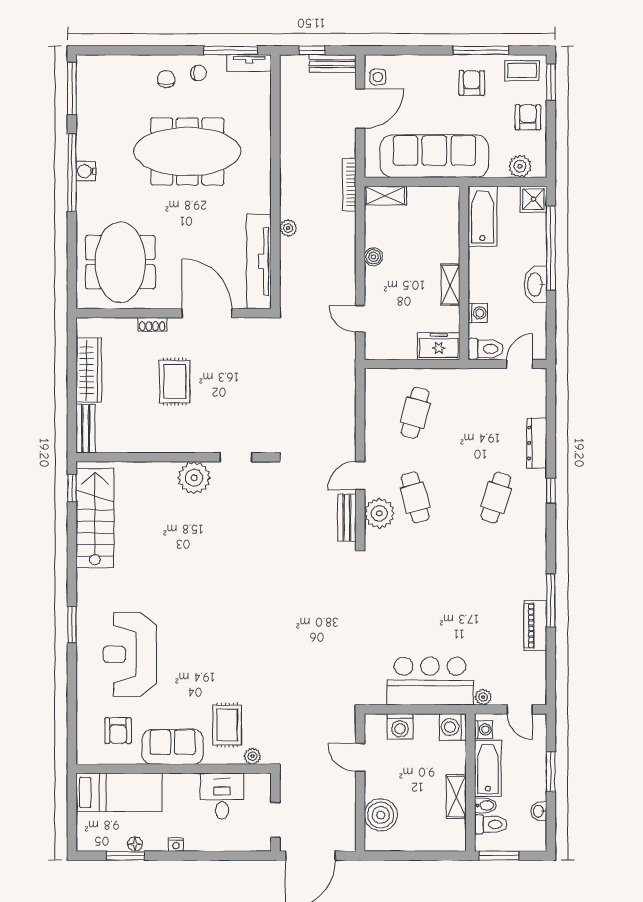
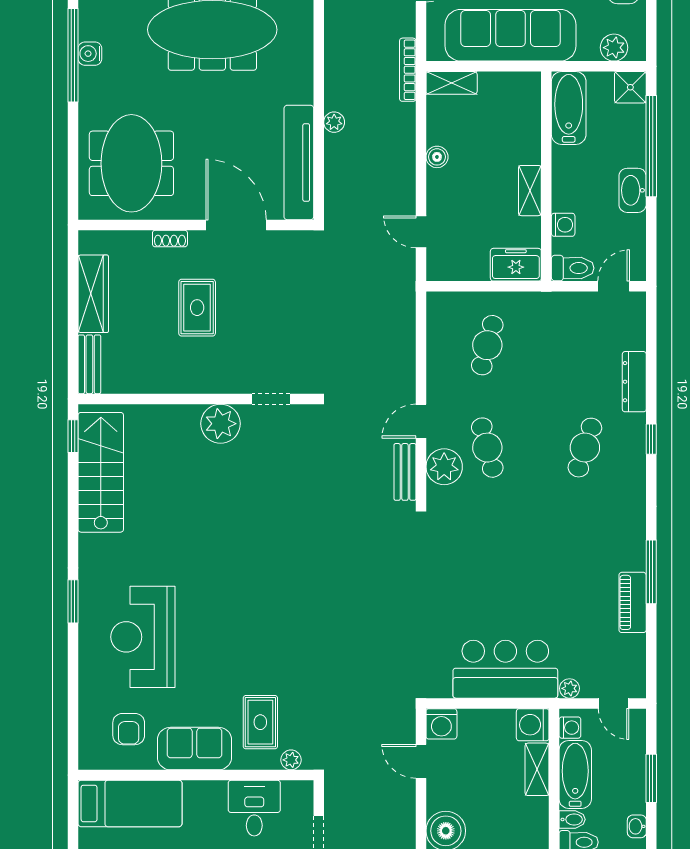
washing machine: (400, 726) -> (441, 724), moved
shelving: (456, 796) -> (537, 769), moved

